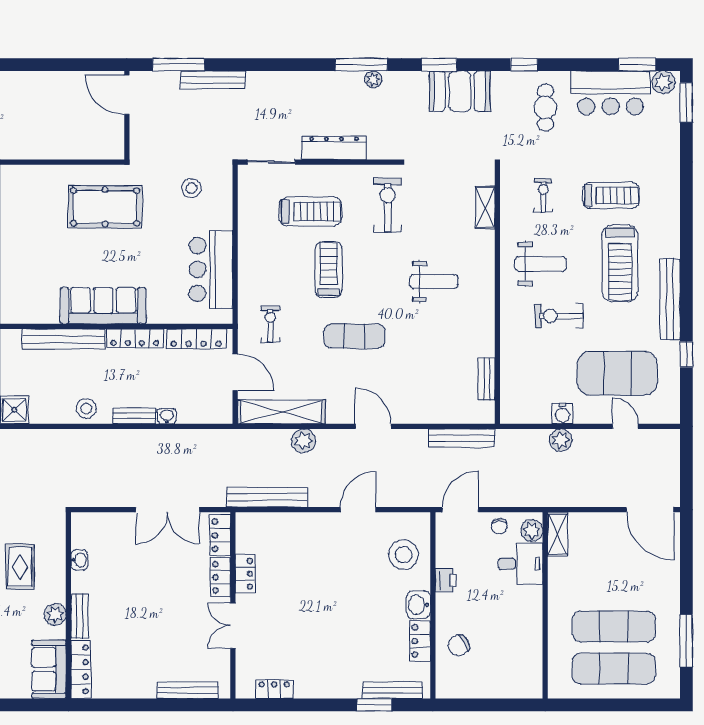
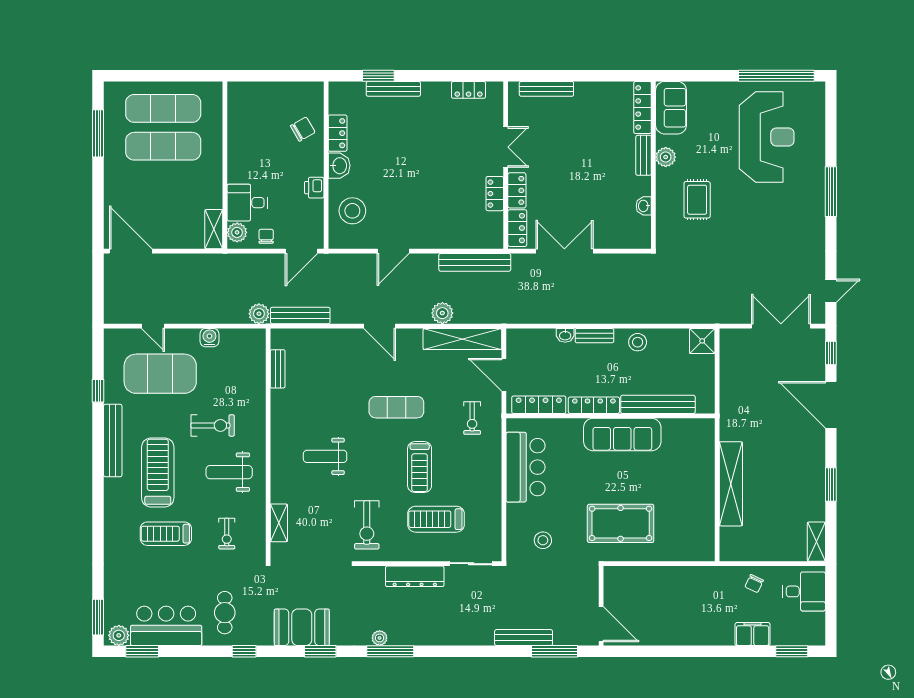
plant: (561, 440) -> (259, 314), moved
bench: (393, 690) -> (393, 89), moved

